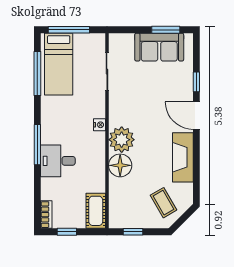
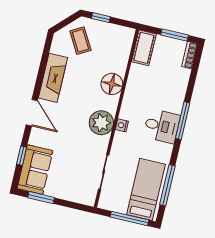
sofa: (159, 47) -> (35, 170), moved, turned 90
window: (196, 82) -> (22, 156), moved
plant: (122, 140) -> (101, 123), moved
desk: (58, 161) -> (162, 126), moved
window: (67, 232) -> (175, 35), width x1.50
window: (133, 232) -> (101, 18), moved

